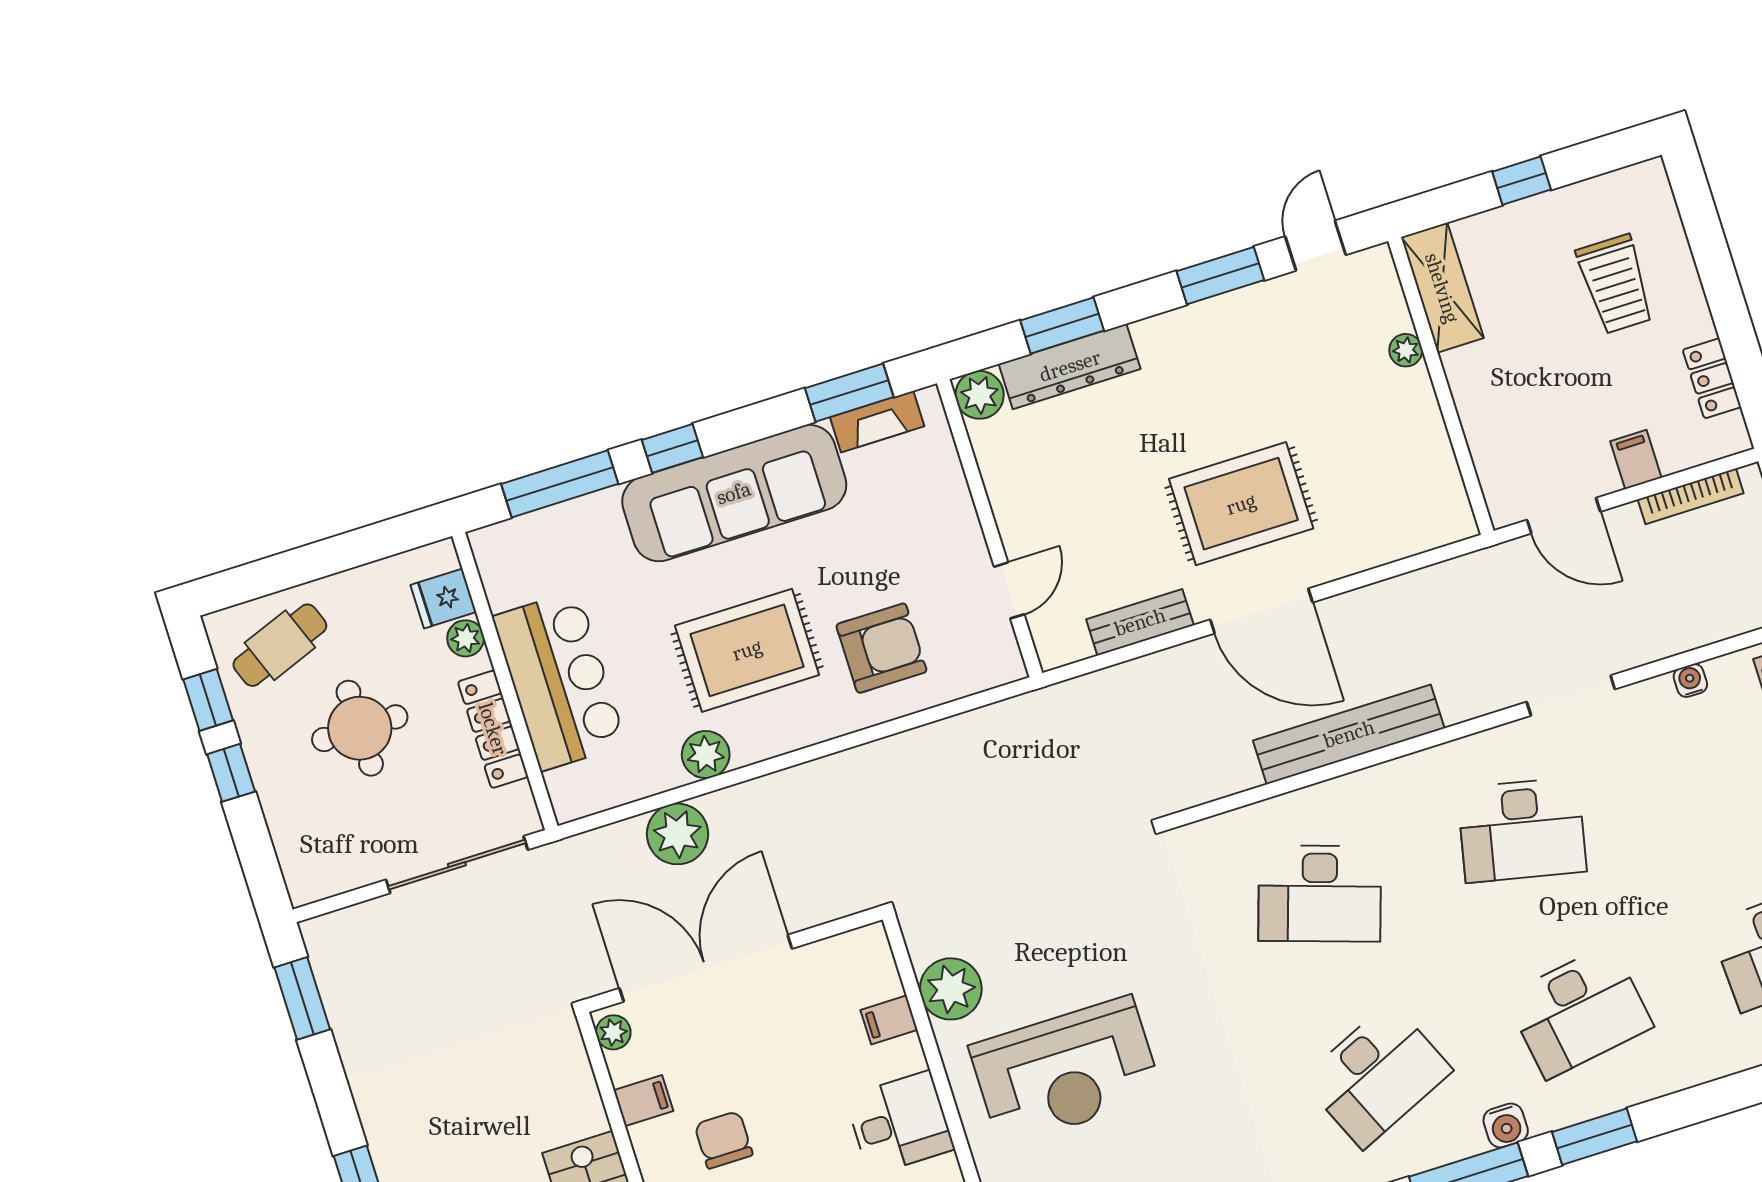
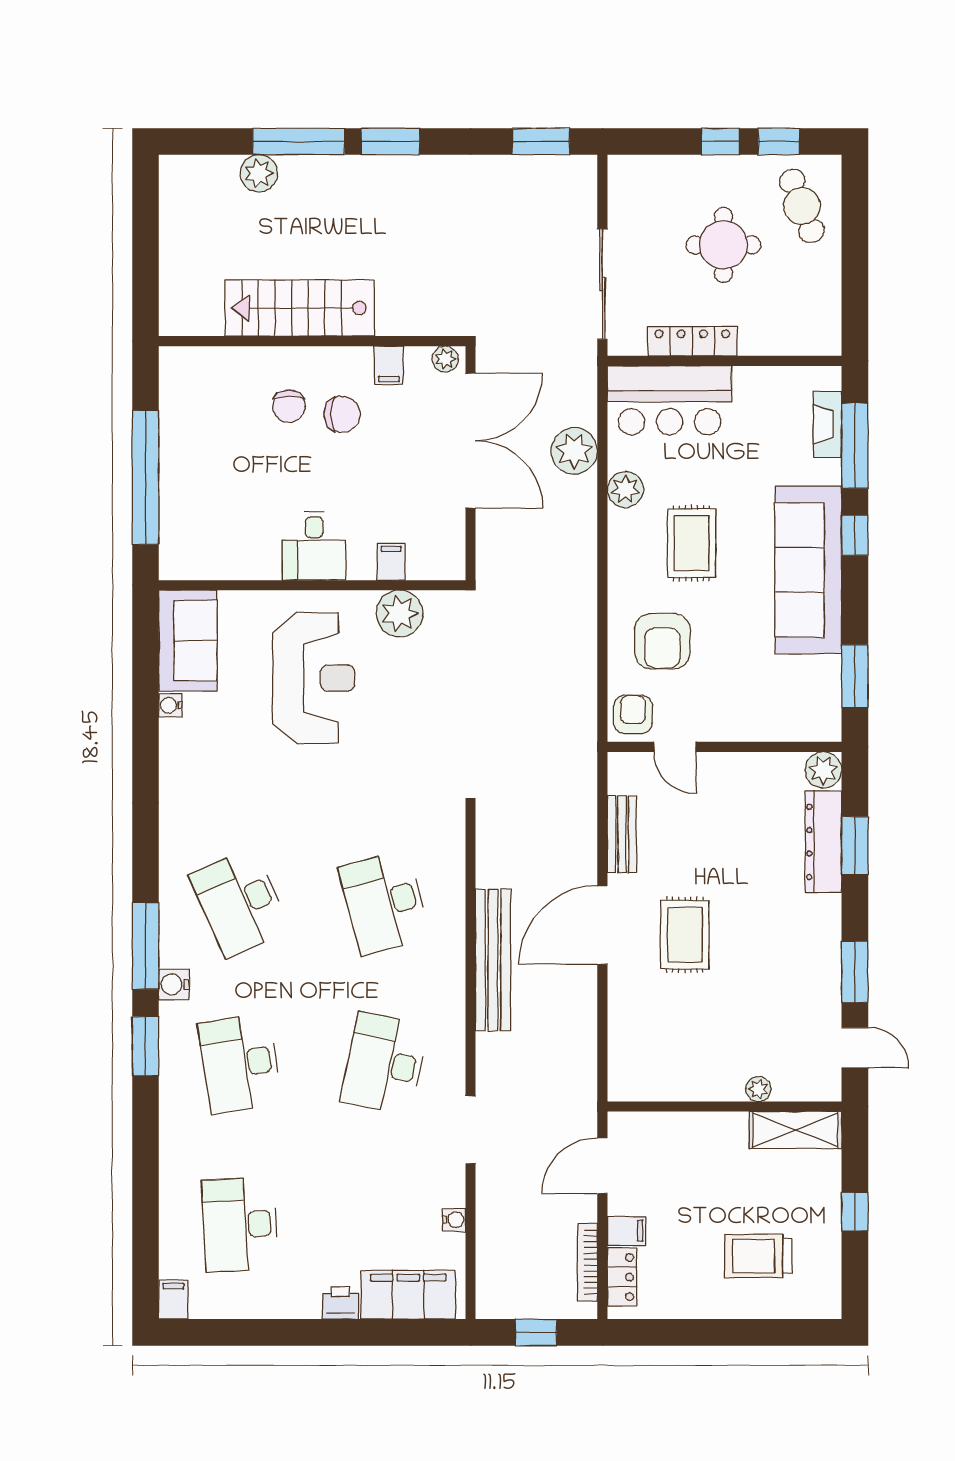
locker: (1712, 378) -> (622, 1277), moved, turned 90
fireplace: (877, 422) -> (827, 424), moved
rug: (1241, 504) -> (685, 935), width x0.73, depth x0.70
fridge: (443, 598) -> (798, 335), removed
plant: (466, 638) -> (764, 342), removed
rug: (747, 650) -> (691, 543), width x0.73, depth x0.70
armchair: (985, 656) -> (633, 714), added
bar counter: (559, 681) -> (669, 400), moved
desk: (1320, 894) -> (384, 903), turned -33
reception desk: (1066, 1071) -> (314, 678), turned 180

